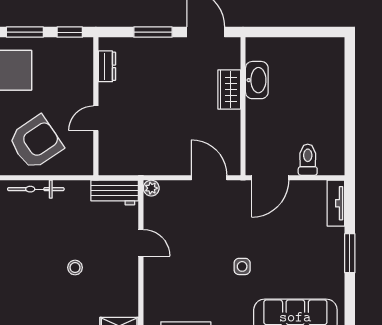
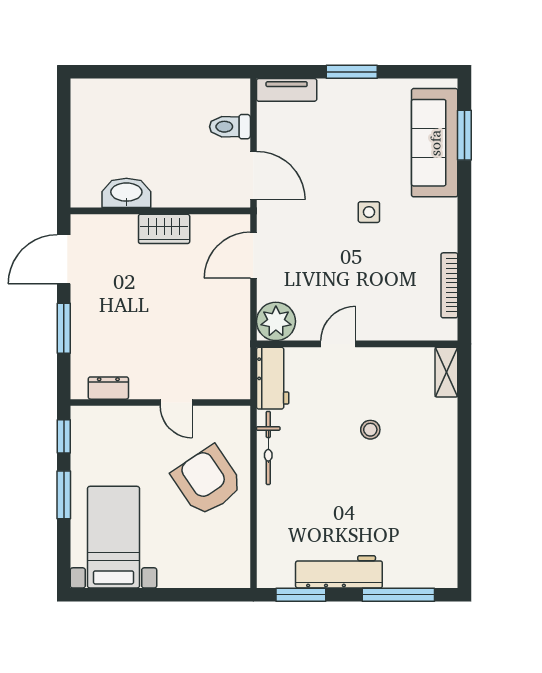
wardrobe: (229, 90) -> (164, 229), moved
plant: (151, 188) -> (276, 321), width x1.87, depth x1.87
bicycle: (36, 189) -> (268, 448), moved

